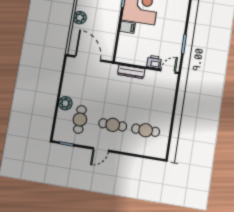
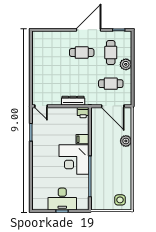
printer: (154, 62) -> (83, 113), moved
door: (168, 71) -> (41, 106), hinge flipped
cafe table: (146, 130) -> (111, 84), moved
door: (101, 150) -> (89, 30), width x1.87

